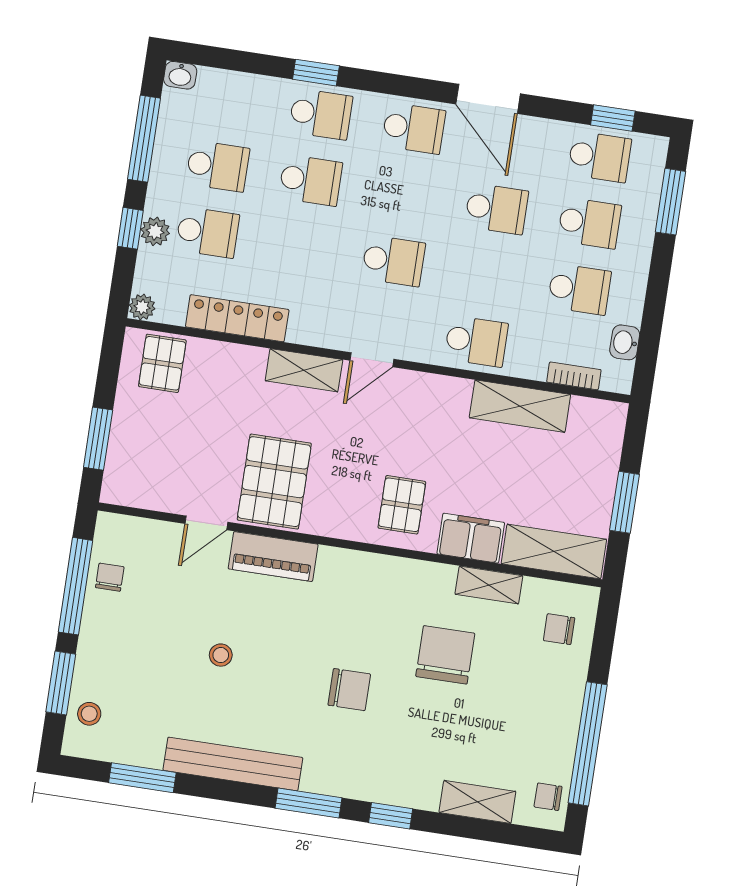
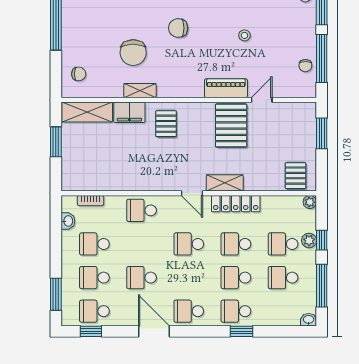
school desk: (300, 247) -> (236, 244), added
locker: (237, 318) -> (236, 204), moved
door: (372, 360) -> (192, 193), swing flipped
shelving: (520, 406) -> (115, 182), removed
shelving: (489, 585) -> (140, 91), moved

